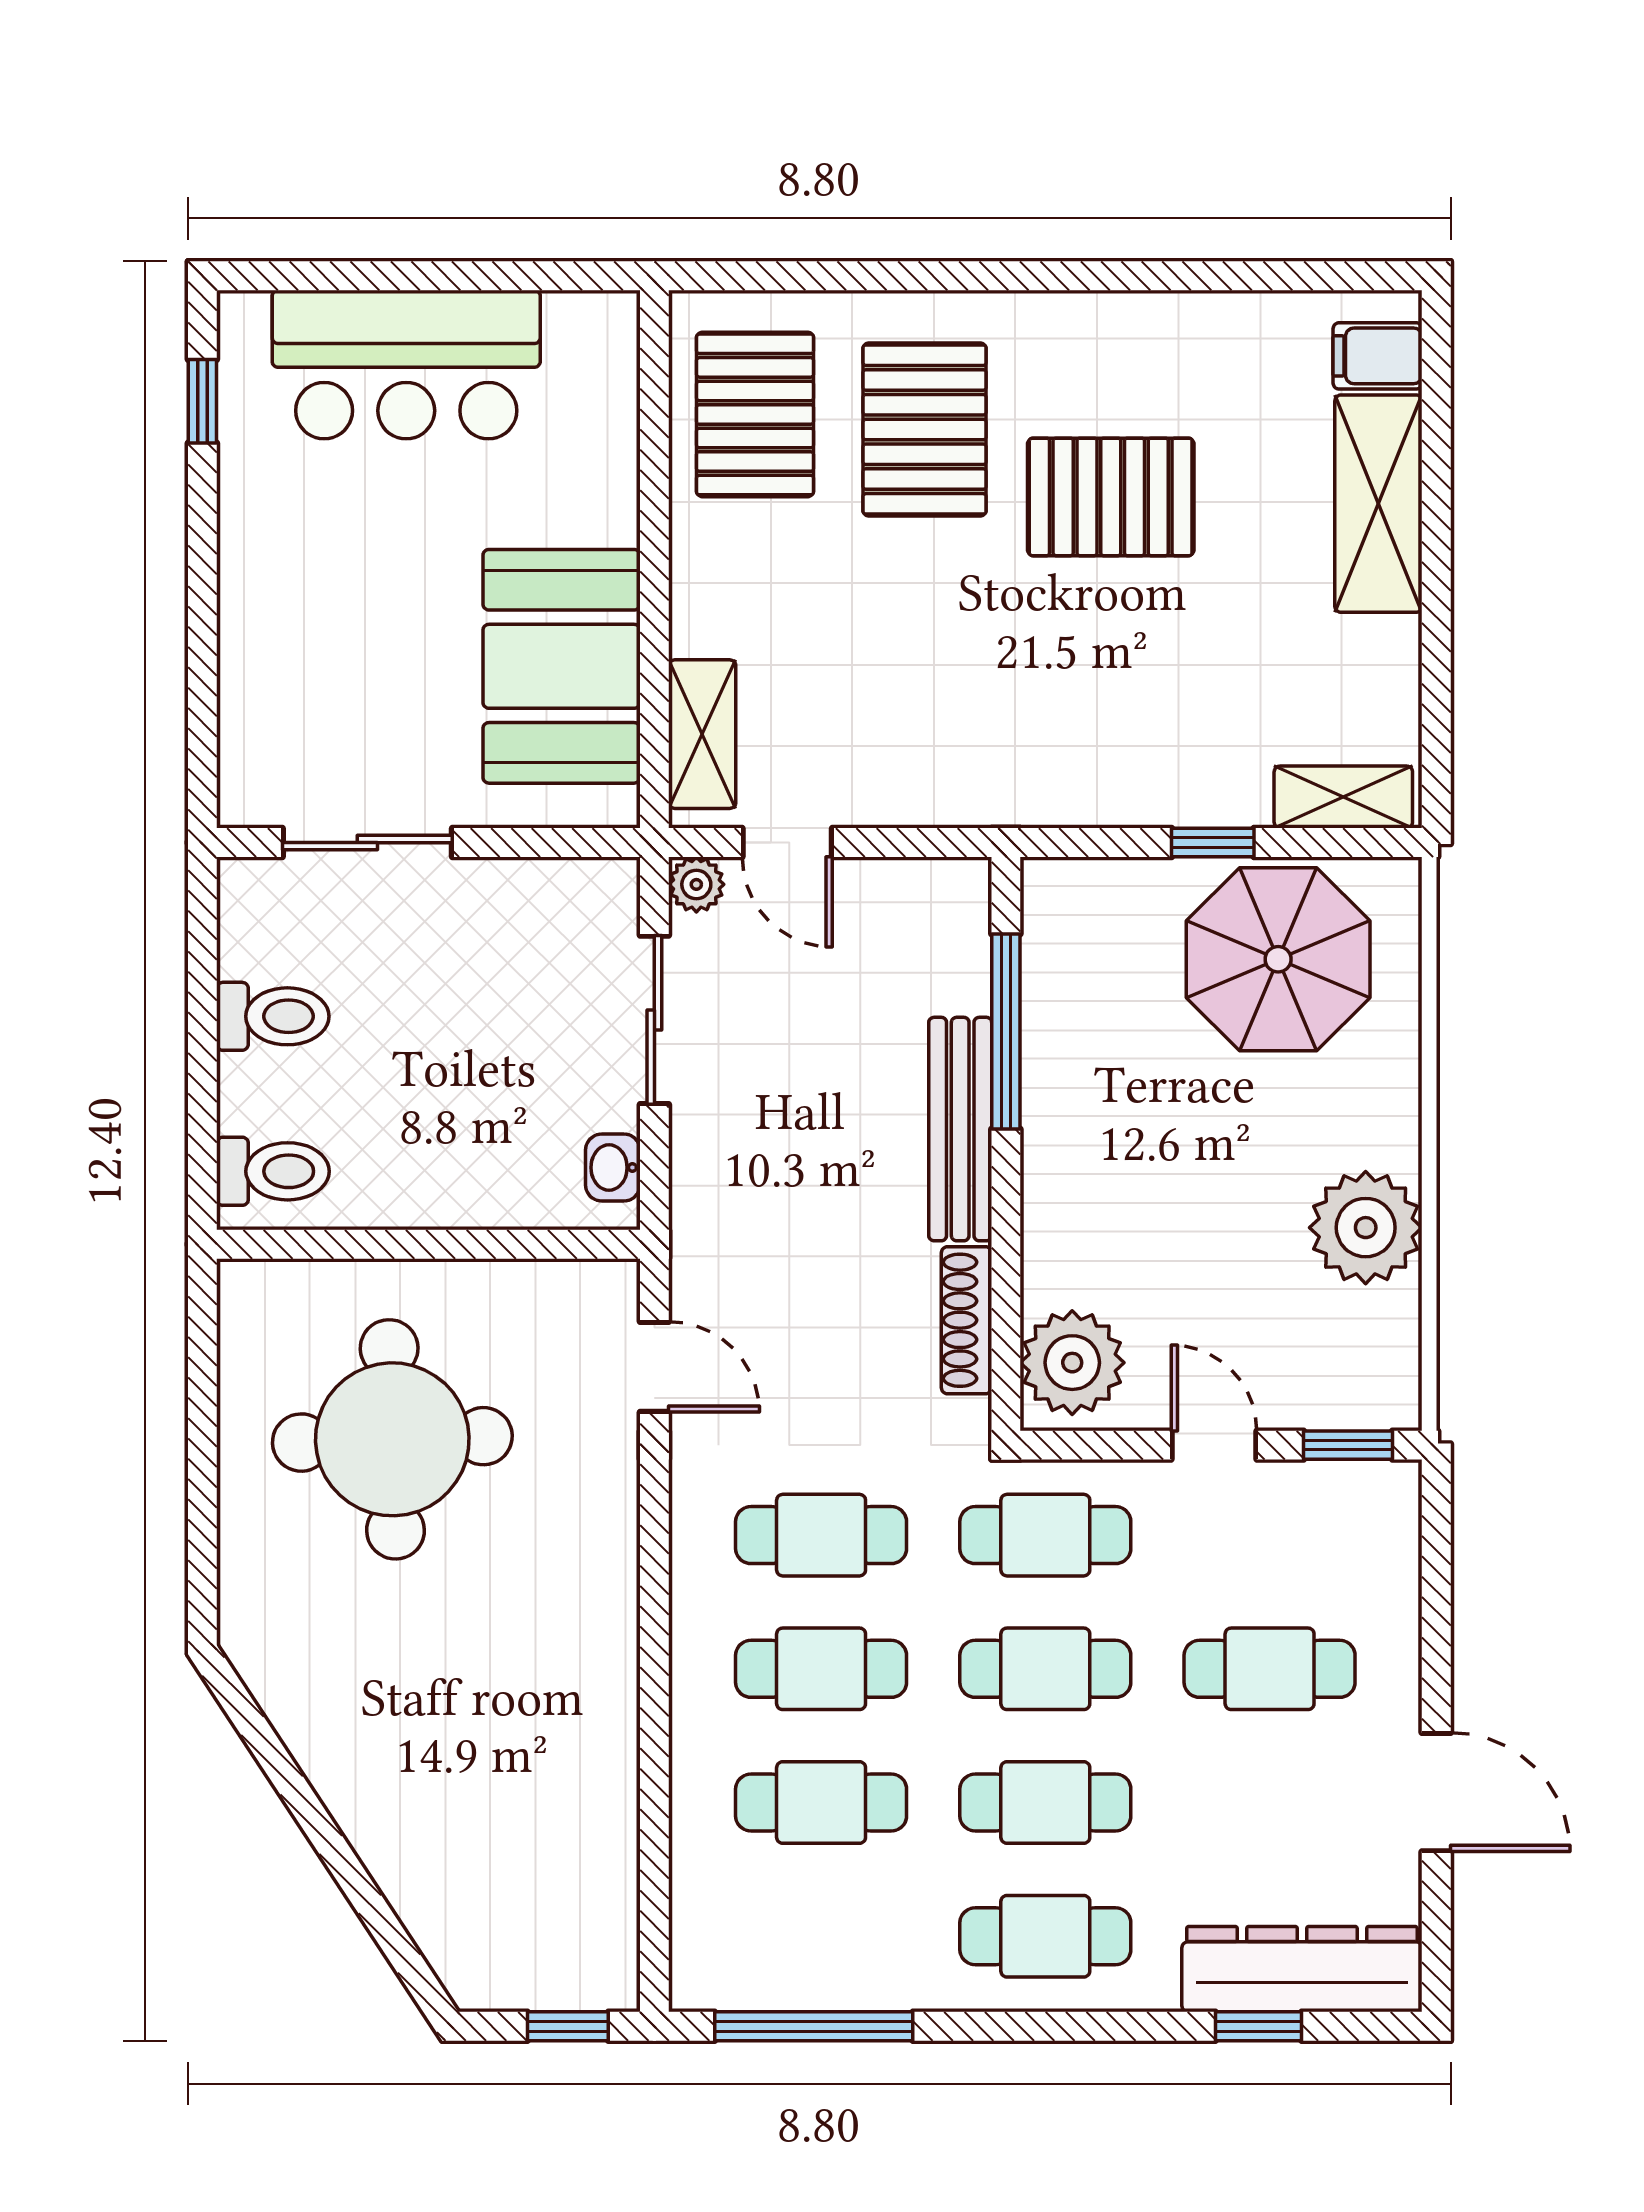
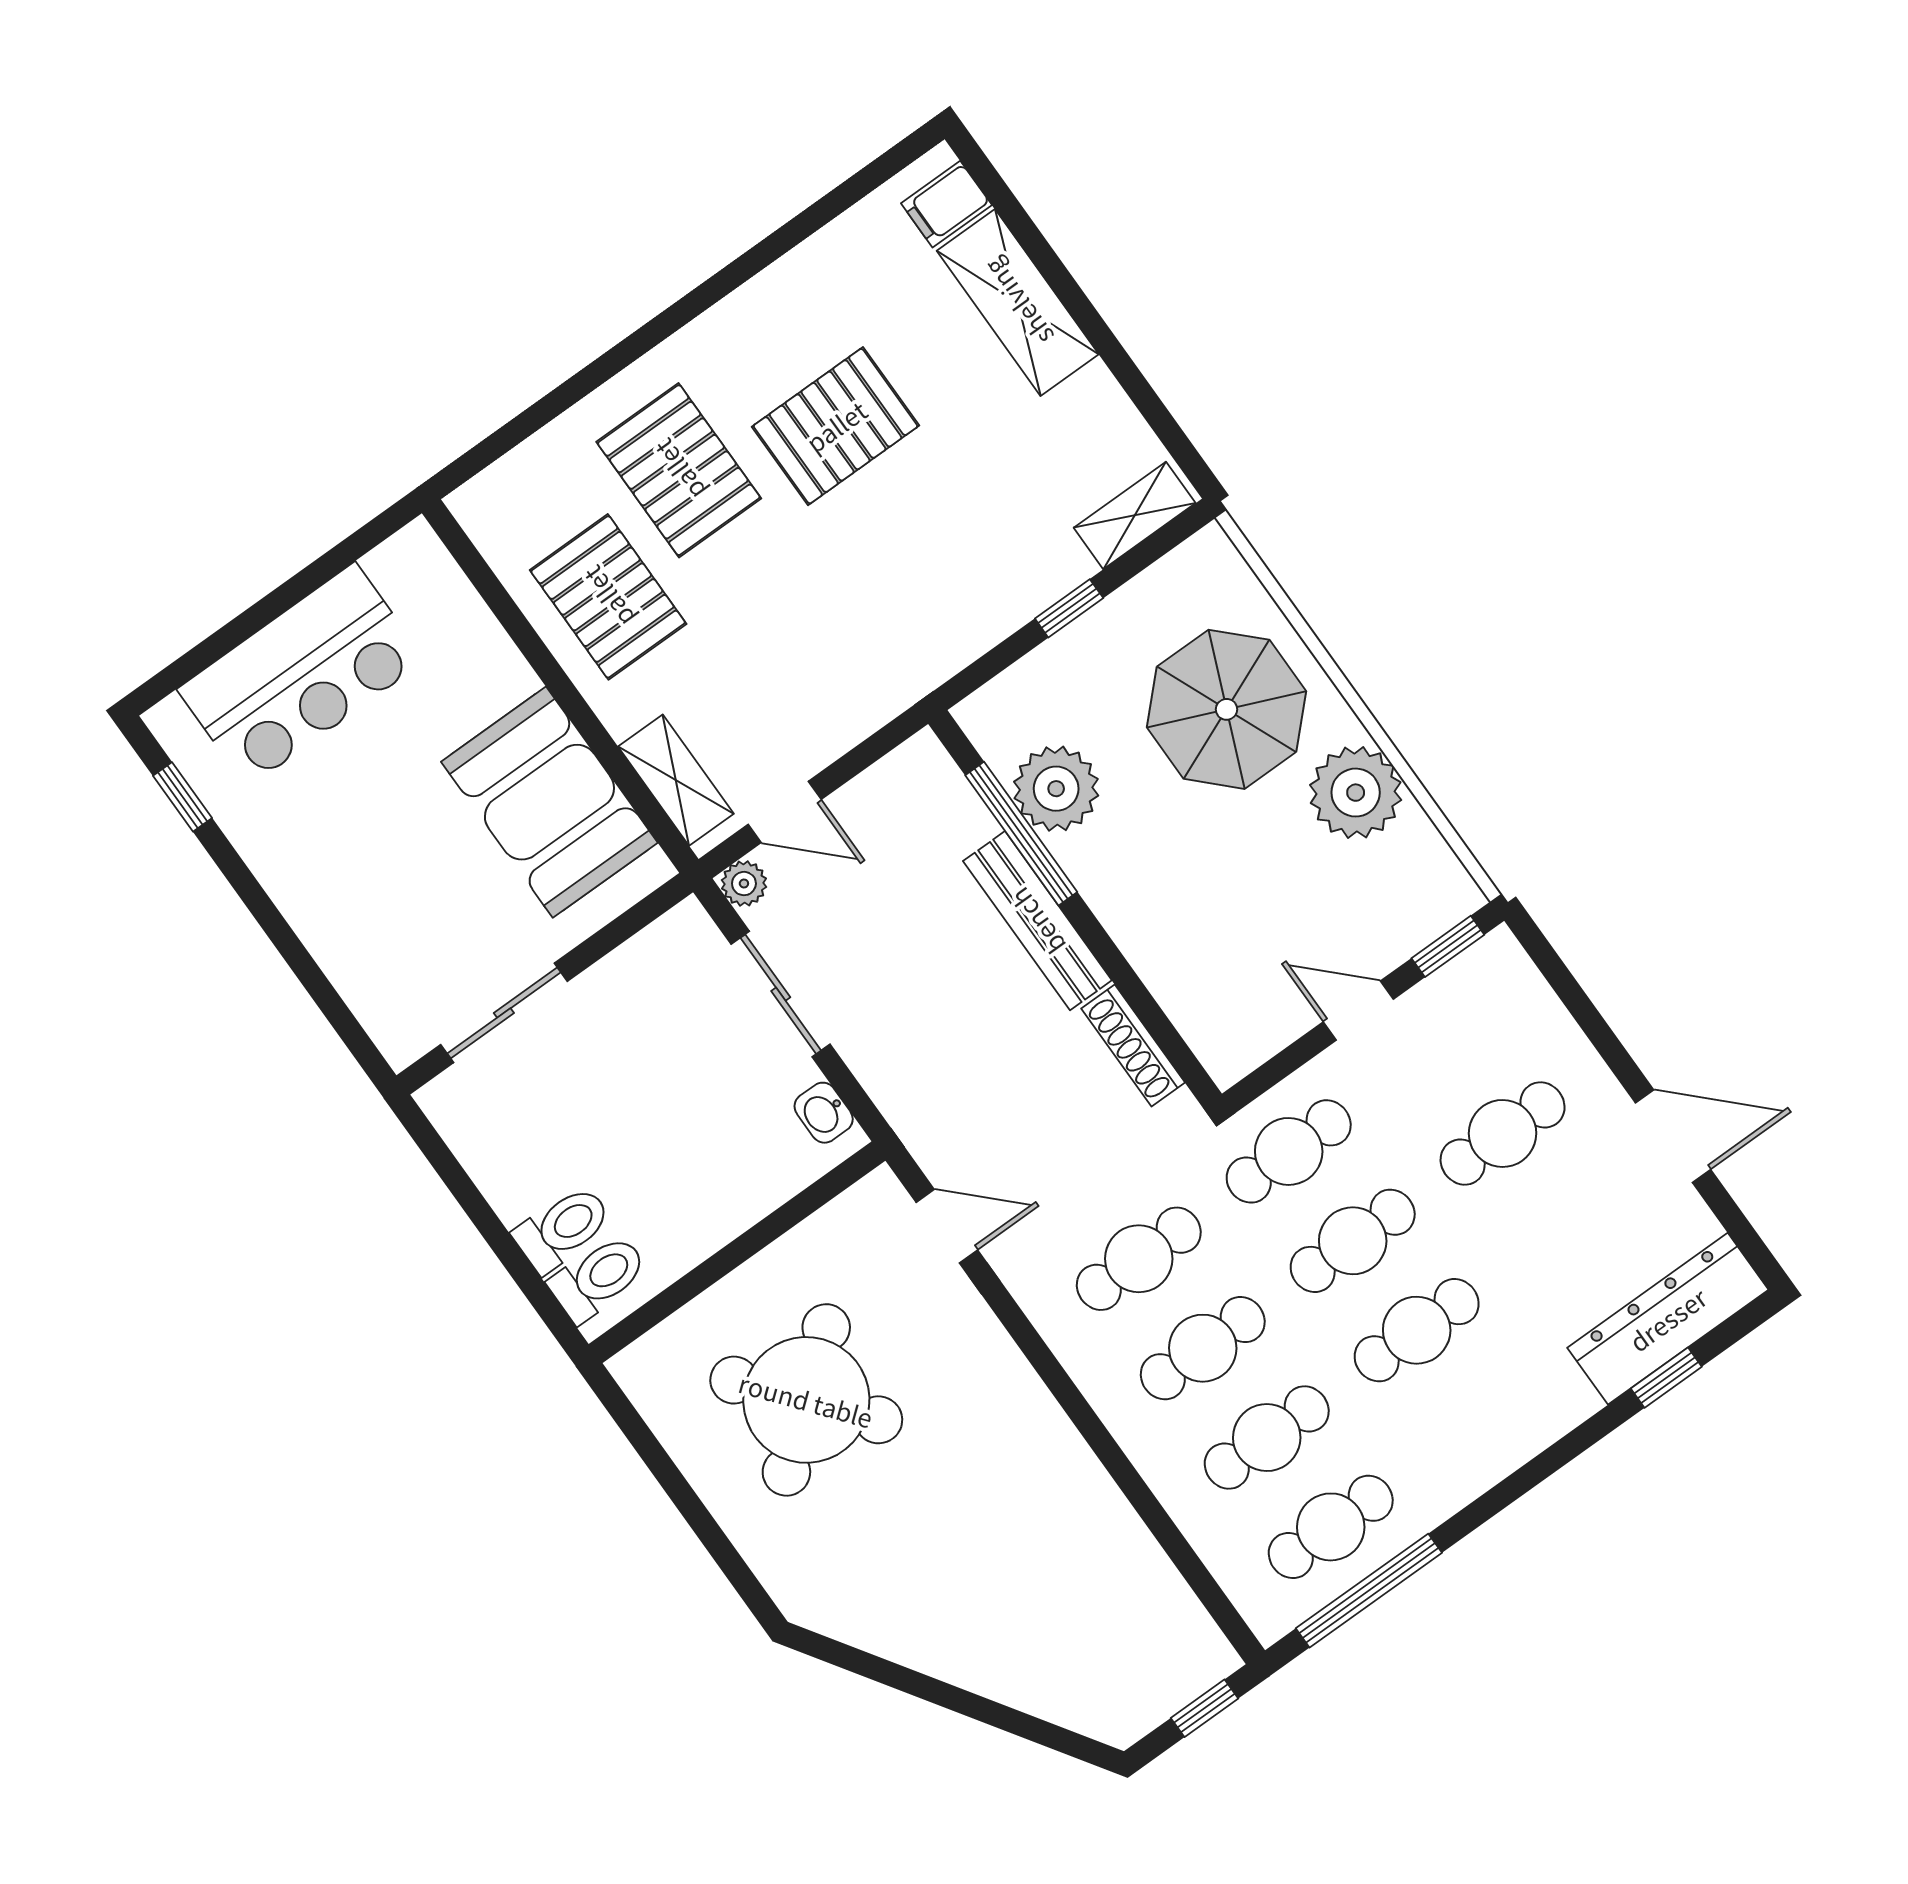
pallet: (755, 414) -> (608, 597), moved
parasol: (1278, 959) -> (1226, 709), moved
toilet: (273, 1016) -> (563, 1229), moved
plant: (1072, 1363) -> (1056, 789), moved
round table: (392, 1439) -> (806, 1400), turned -37
cafe table: (1045, 1936) -> (1331, 1527), moved

